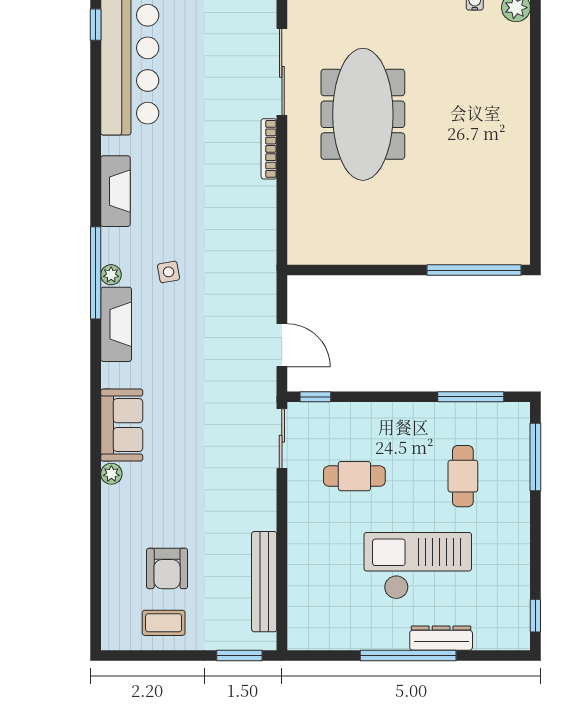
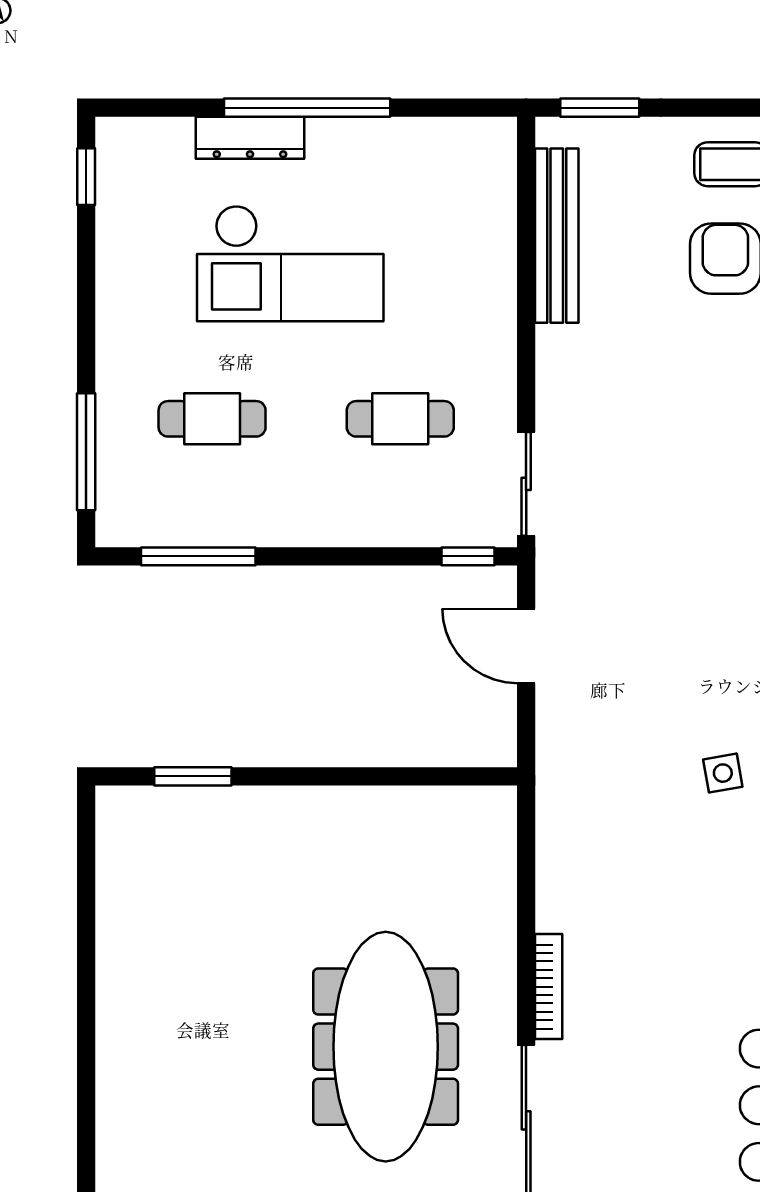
window: (474, 270) -> (193, 776), width x0.47
cafe table: (463, 476) -> (212, 419), turned 90

